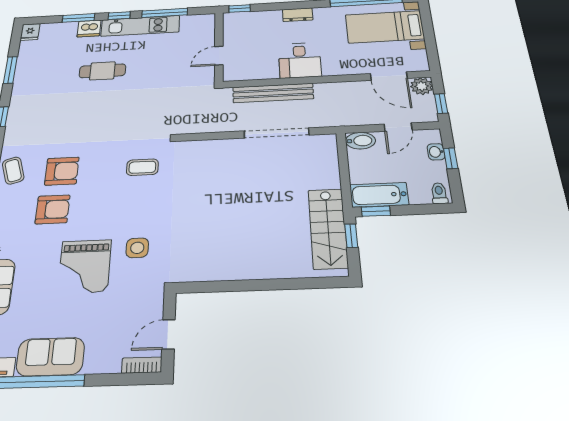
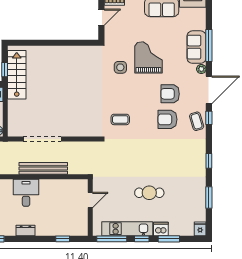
wall: (219, 46) -> (90, 208), moved
door: (219, 56) -> (90, 200), moved

